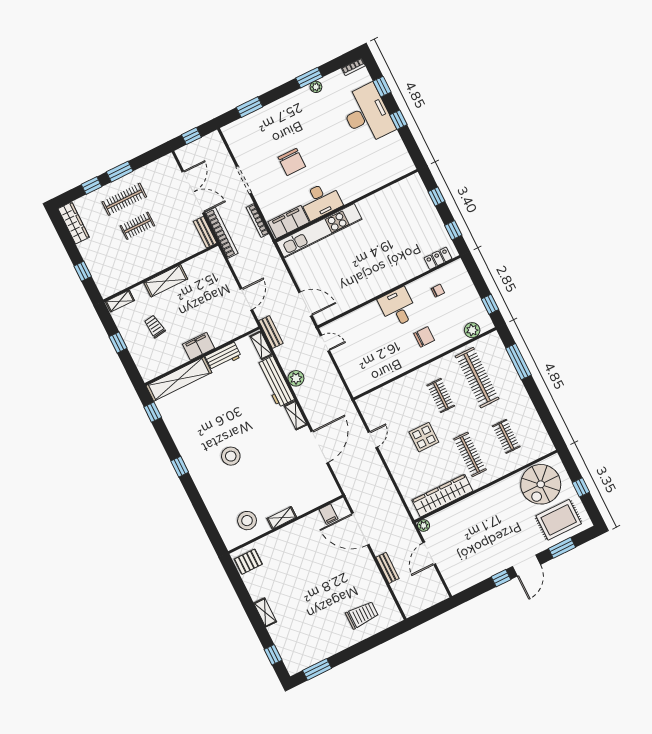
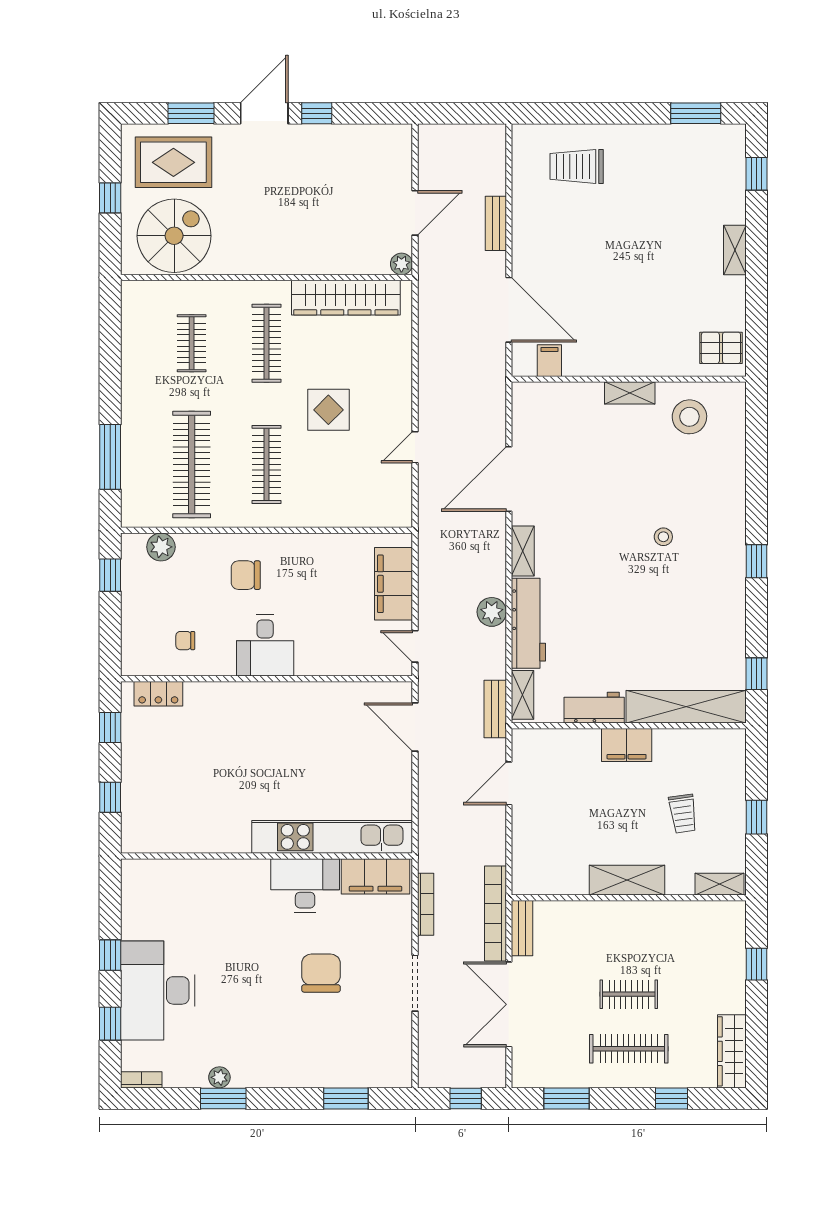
window: (120, 172) -> (566, 1098), moved
filing cabinet: (350, 368) -> (394, 584), added
clothes rail: (441, 396) -> (266, 464), width x1.36
stool: (231, 456) -> (663, 537), width x0.53, depth x0.53

